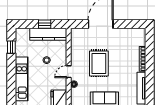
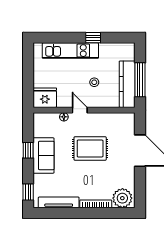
window: (45, 24) -> (140, 80), width x2.17
plant: (138, 38) -> (122, 198), added
window: (11, 47) -> (93, 38), moved

